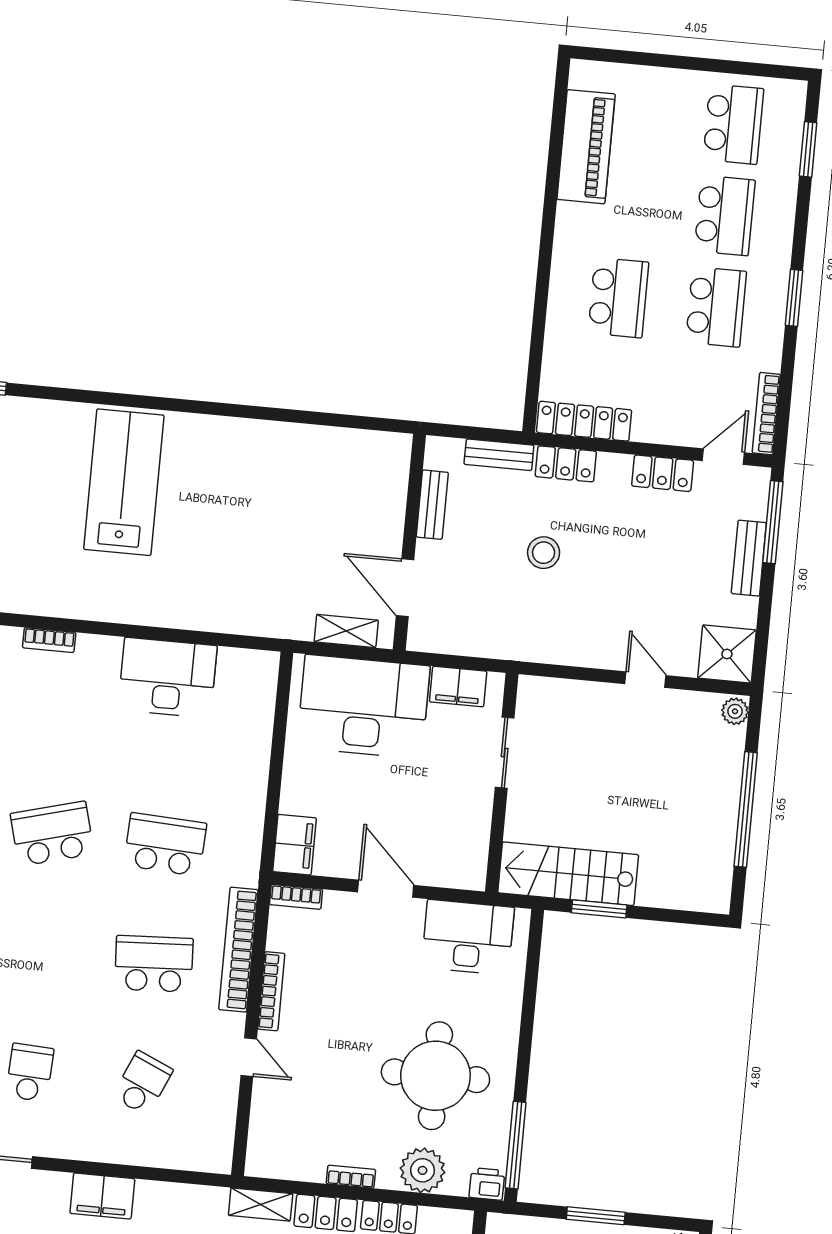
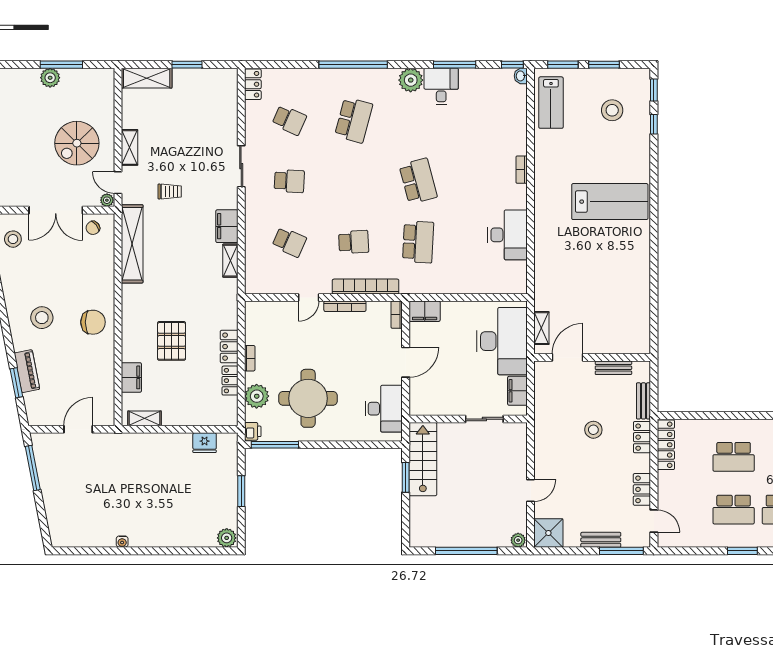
bookcase: (766, 414) -> (679, 542), removed
school desk: (154, 964) -> (354, 242), width x0.54
shelving: (261, 1204) -> (230, 261), moved

